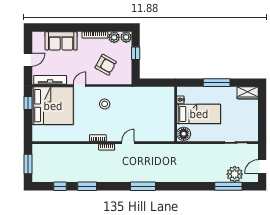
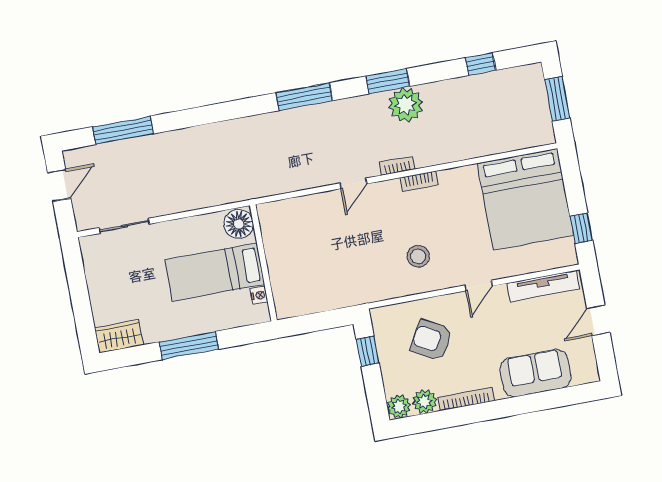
window: (136, 53) -> (368, 351), moved
bed: (53, 106) -> (525, 199), moved, turned -90
plant: (235, 174) -> (406, 105), moved
window: (87, 186) -> (388, 81), moved

